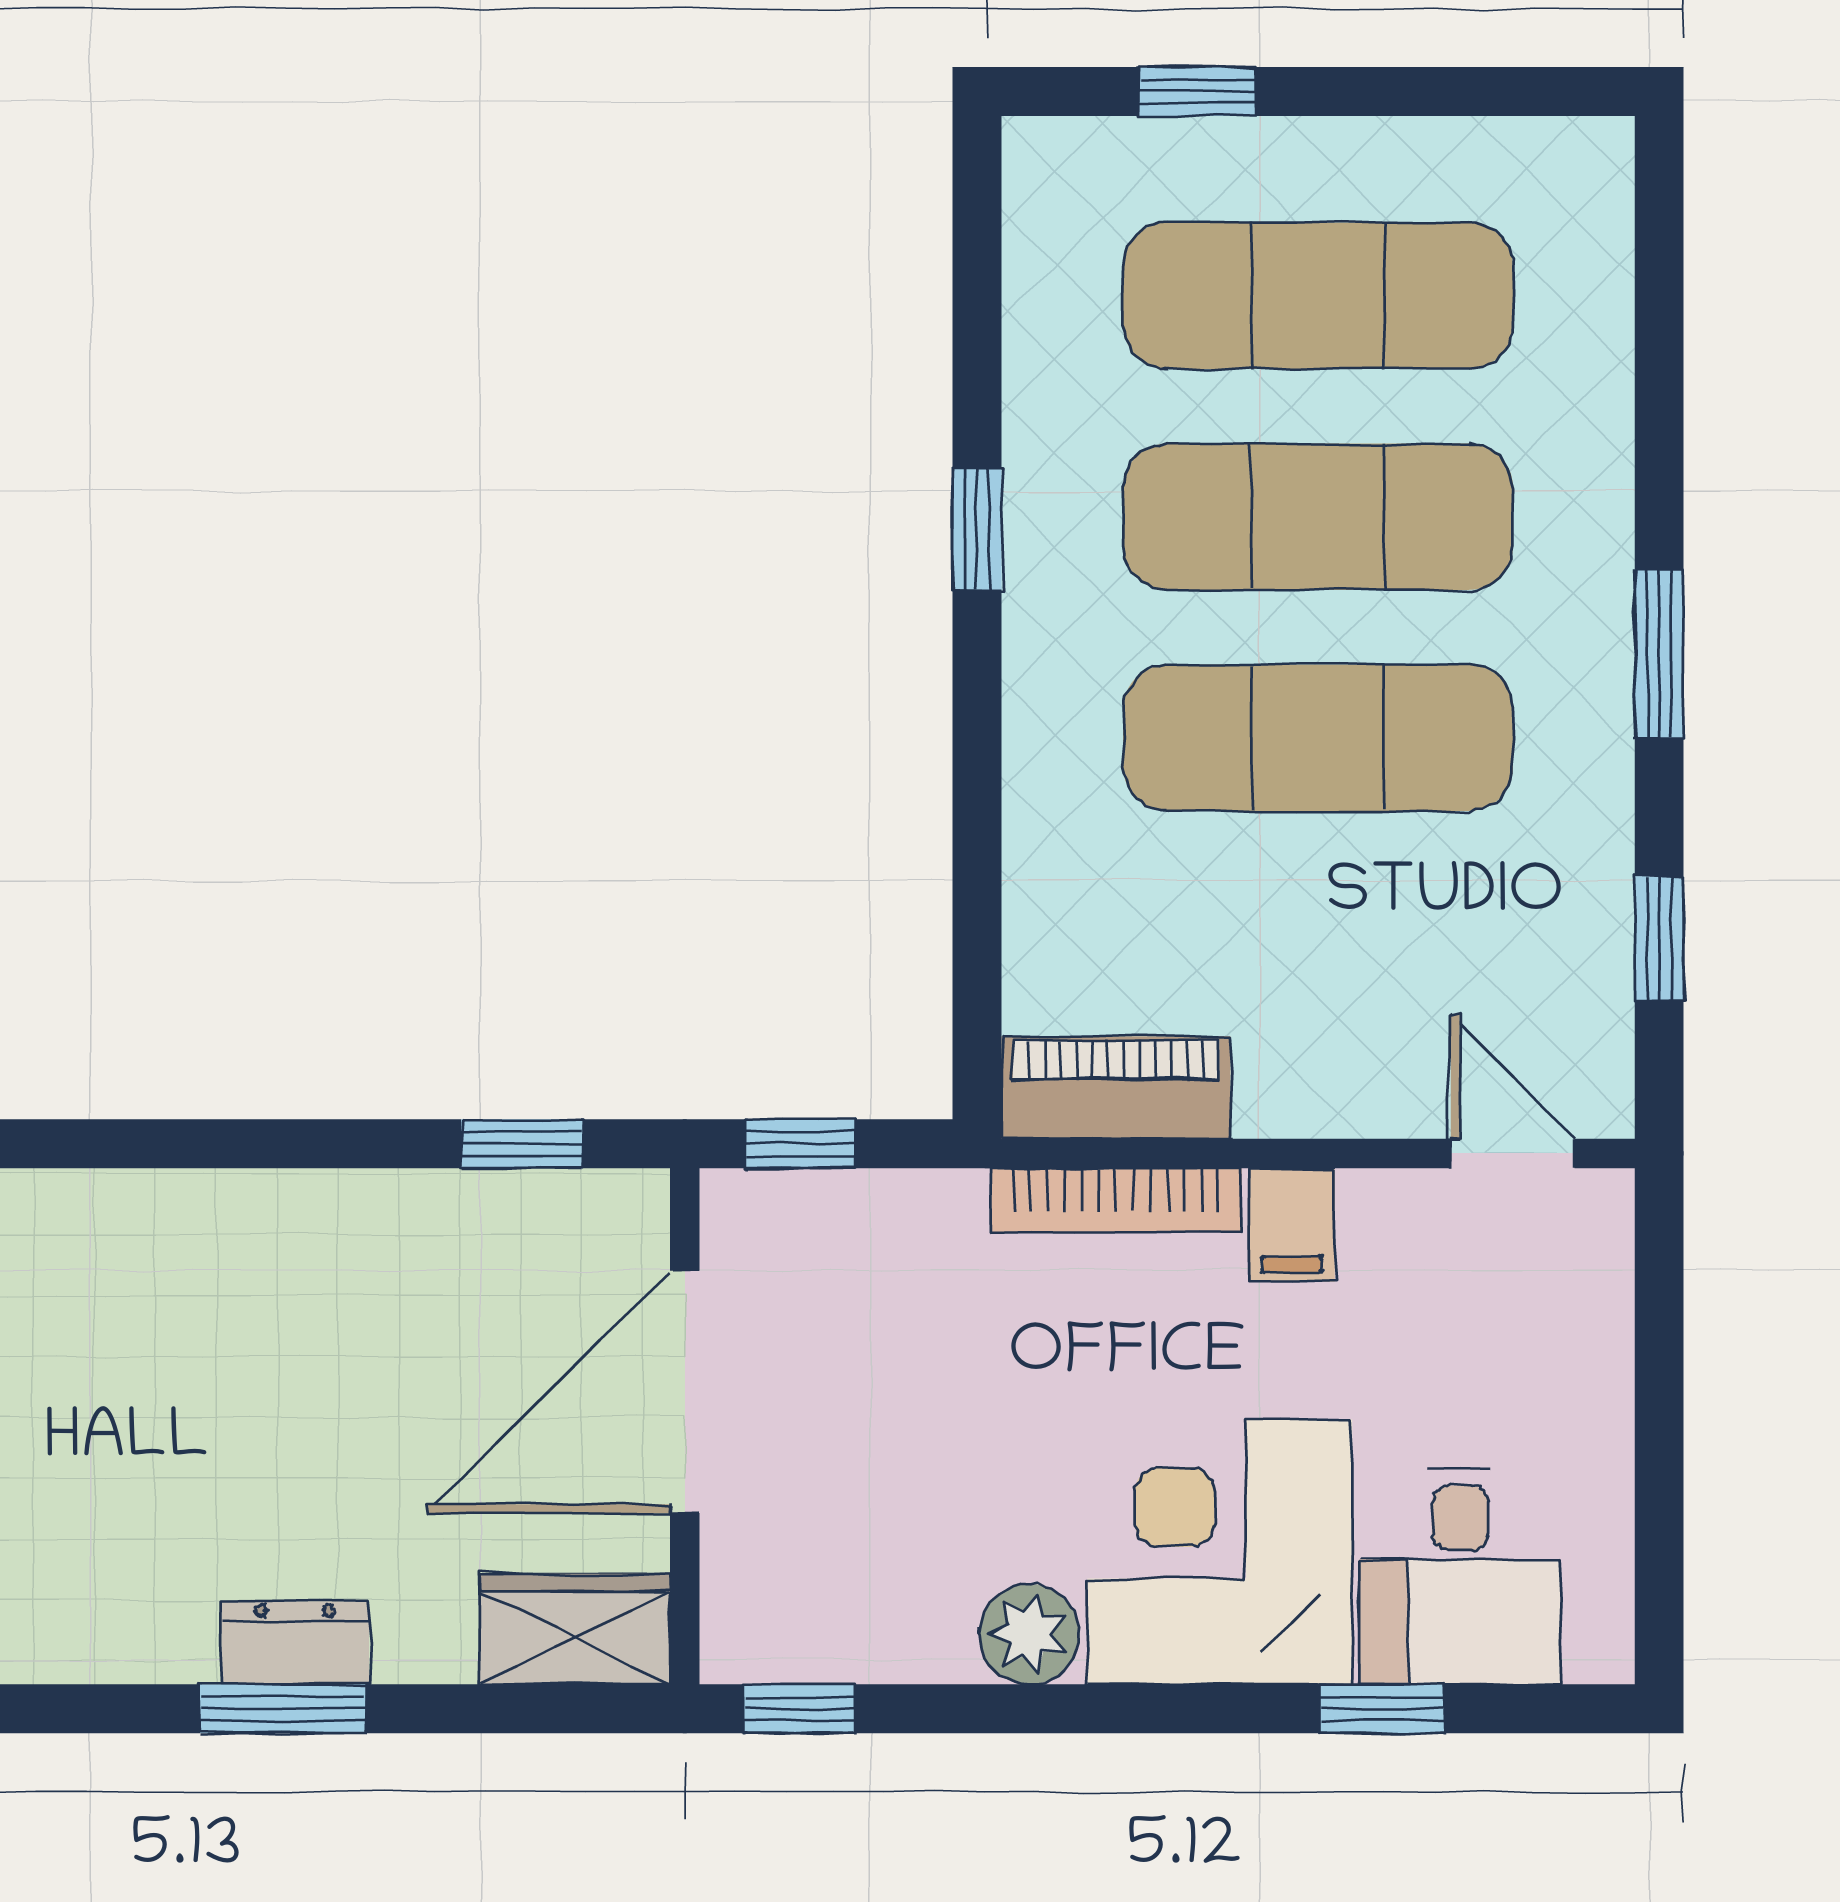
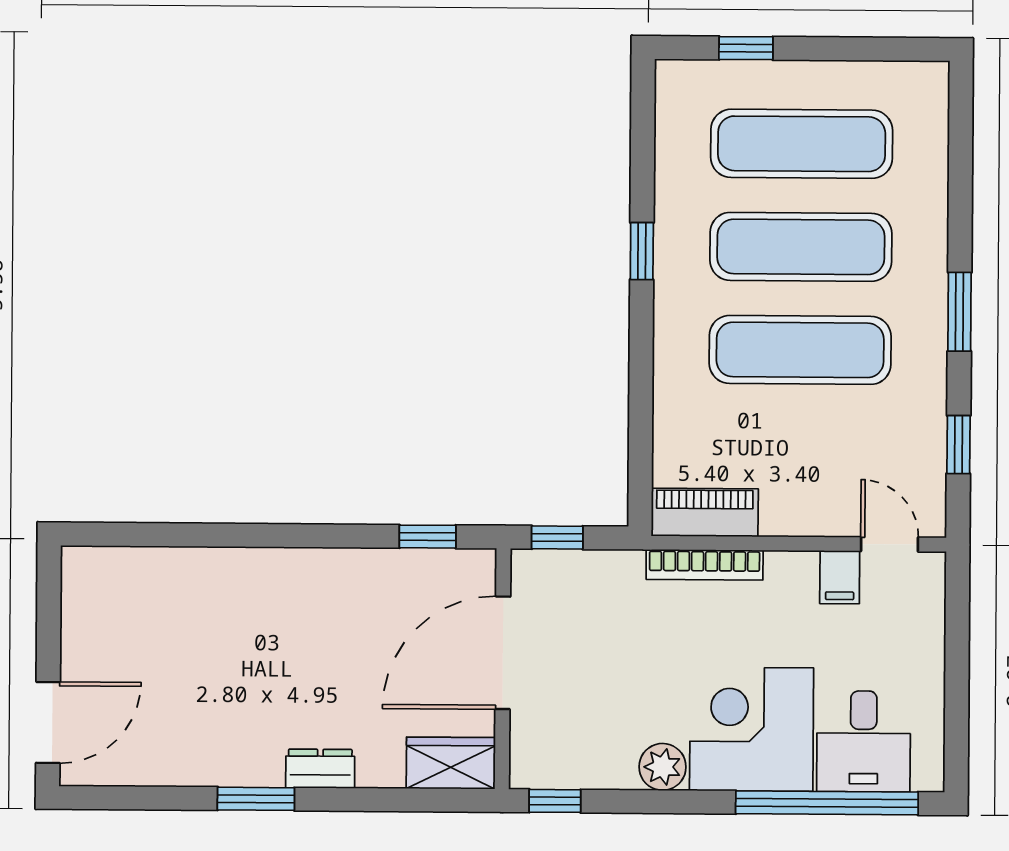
filing cabinet: (1292, 1225) -> (840, 577), moved
window: (283, 1709) -> (256, 799), moved
window: (1382, 1709) -> (827, 803), width x3.17

